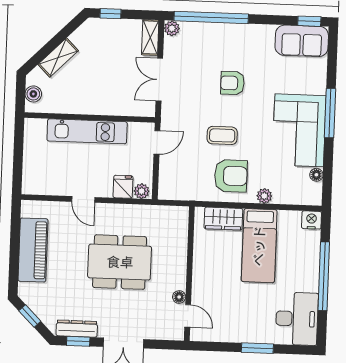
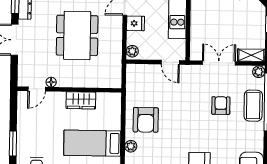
armchair: (232, 83) -> (221, 106), moved
coffee table: (222, 135) -> (253, 106), moved, width x1.36, depth x1.30
fridge: (123, 187) -> (136, 23), moved
wardrobe: (223, 219) -> (81, 100), moved, turned -90

